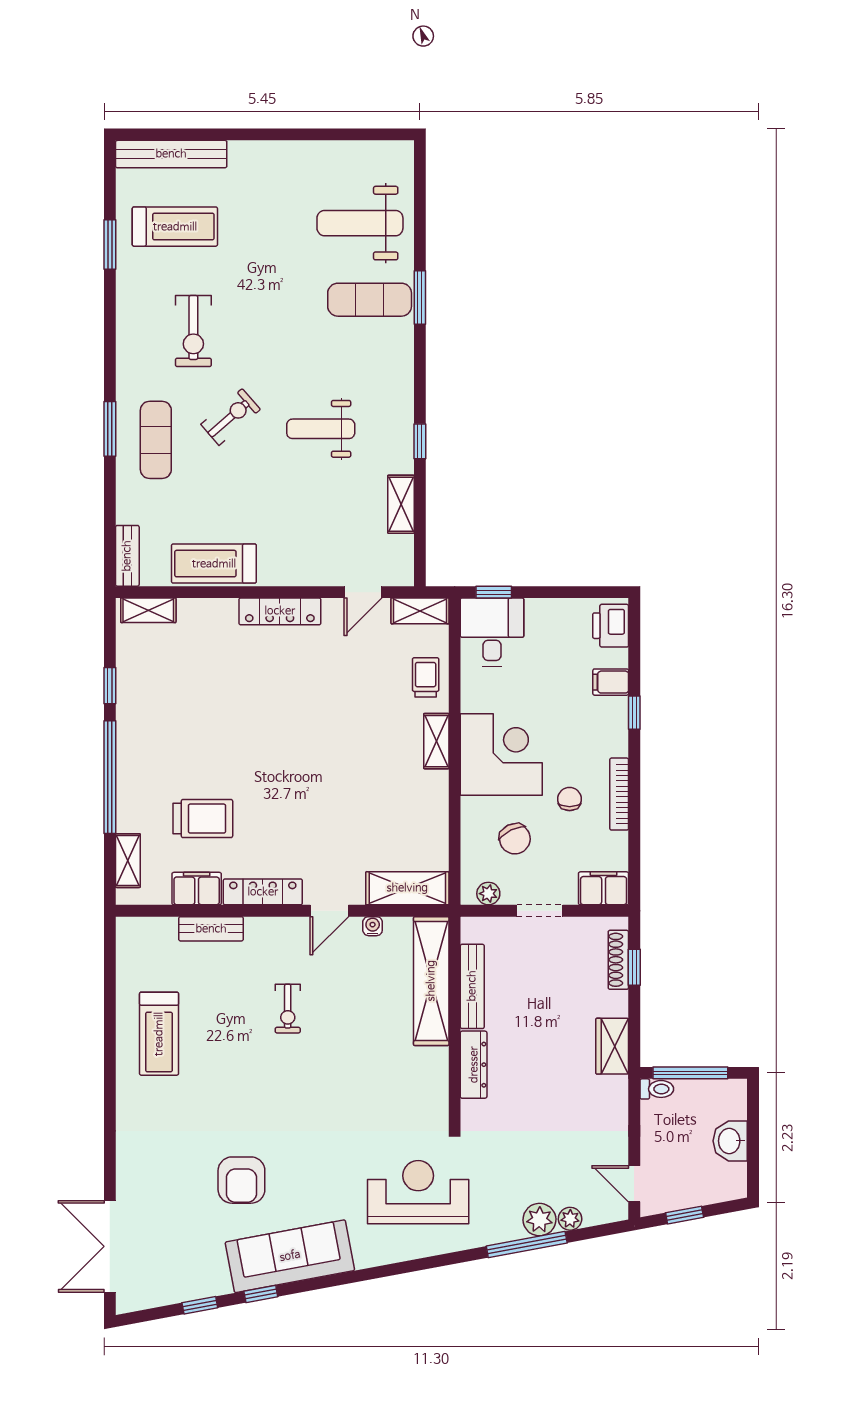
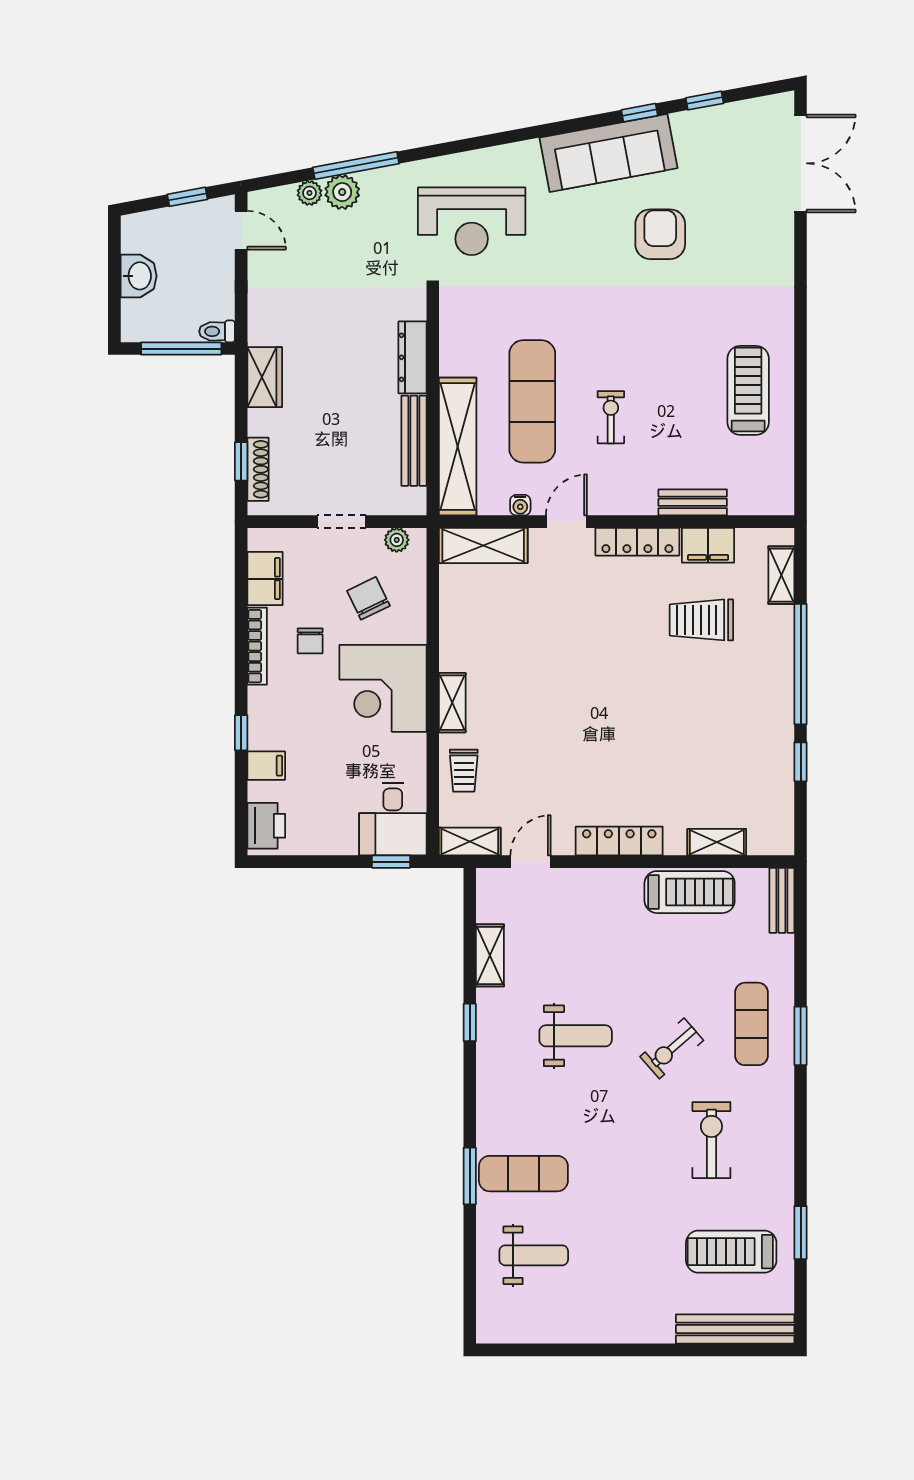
weight bench: (360, 223) -> (534, 1255), width x0.73, depth x0.75
shelving: (148, 610) -> (717, 842), moved
filing cabinet: (604, 888) -> (265, 579), moved, turned -90
exercise mat: (361, 1023) -> (532, 401), added

